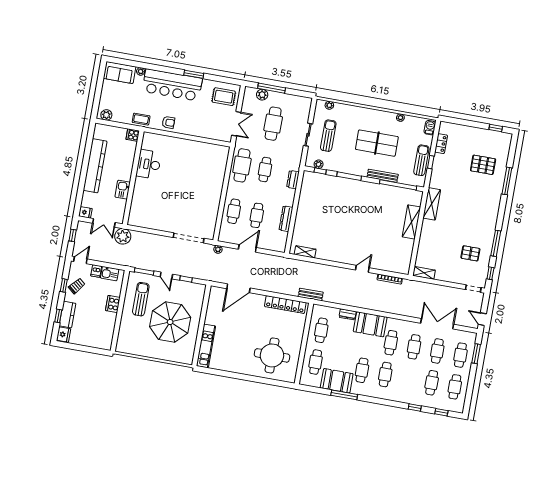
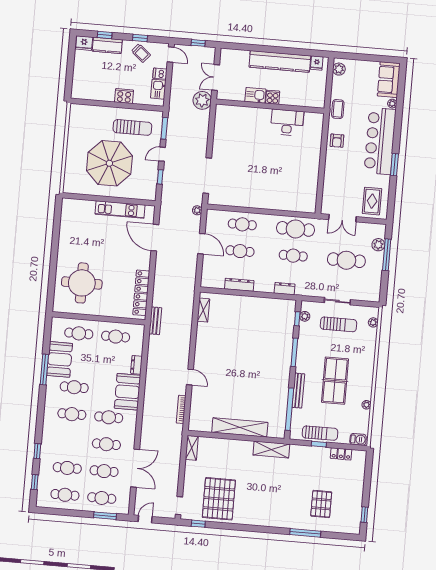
cooker: (133, 135) -> (273, 97), moved
fridge: (85, 212) -> (317, 63), moved
shelving: (411, 222) -> (240, 427), width x1.47
window: (496, 243) -> (233, 527), removed
pallet: (470, 253) -> (219, 499), width x2.05, depth x2.00
kitchen unit: (206, 346) -> (120, 210), moved

